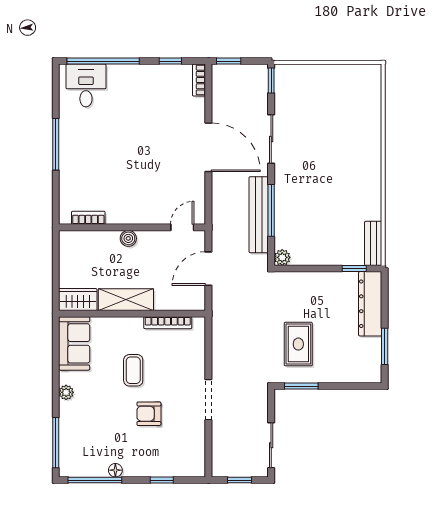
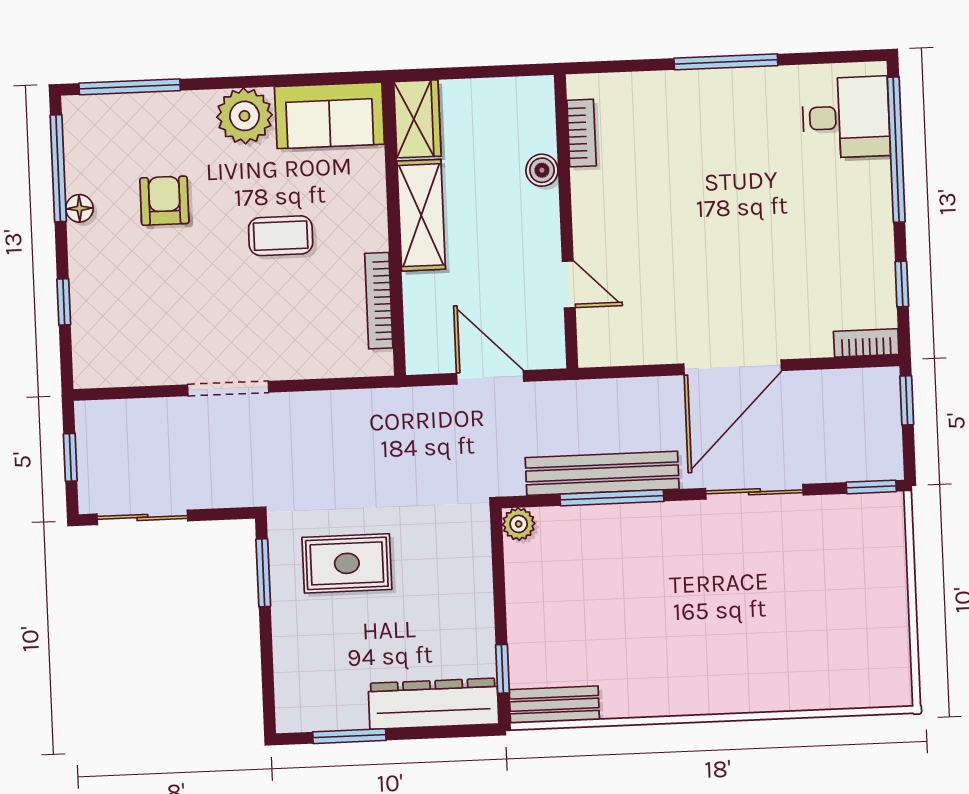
door: (182, 227) -> (569, 284), moved
boiler: (128, 238) -> (542, 170), moved
plant: (66, 392) -> (244, 116), width x1.87, depth x1.87
armchair: (149, 414) -> (164, 201), moved

